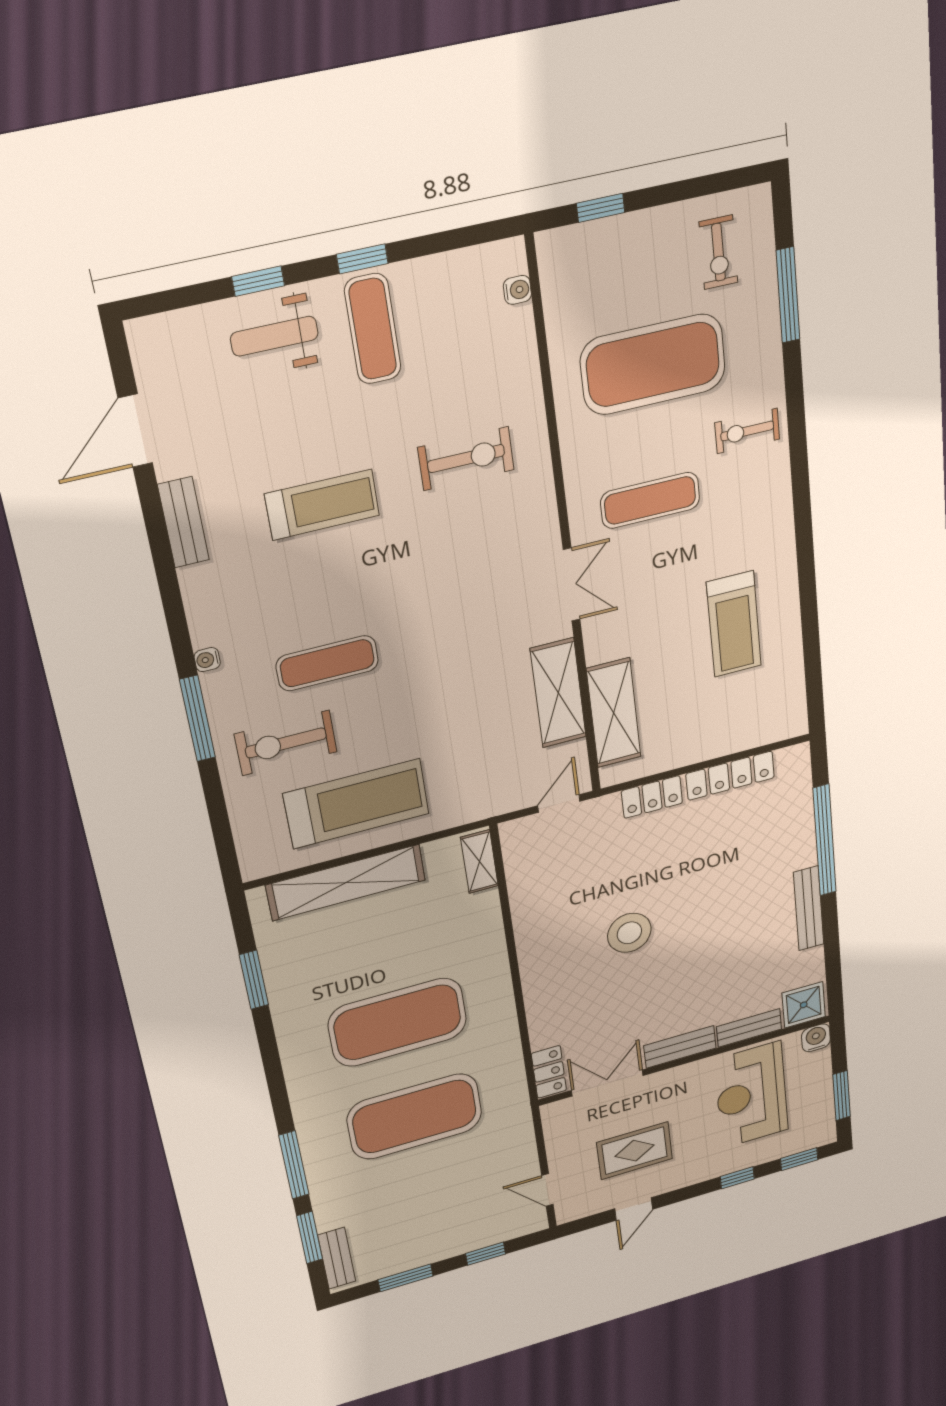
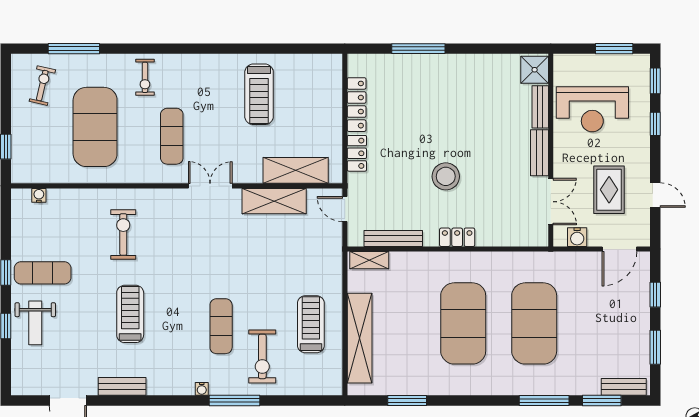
exercise bike: (718, 252) -> (42, 86), turned -77
treadmill: (734, 624) -> (259, 94), turned 90
treadmill: (357, 804) -> (311, 324), width x0.73, depth x0.73
window: (824, 840) -> (418, 49), width x0.68
bench: (809, 908) -> (393, 238), moved
water cooler: (816, 1038) -> (577, 237), moved, turned -90
locker: (549, 1072) -> (457, 237), moved
double door: (607, 1083) -> (551, 202), swing flipped
door: (547, 1190) -> (619, 249), width x1.38

